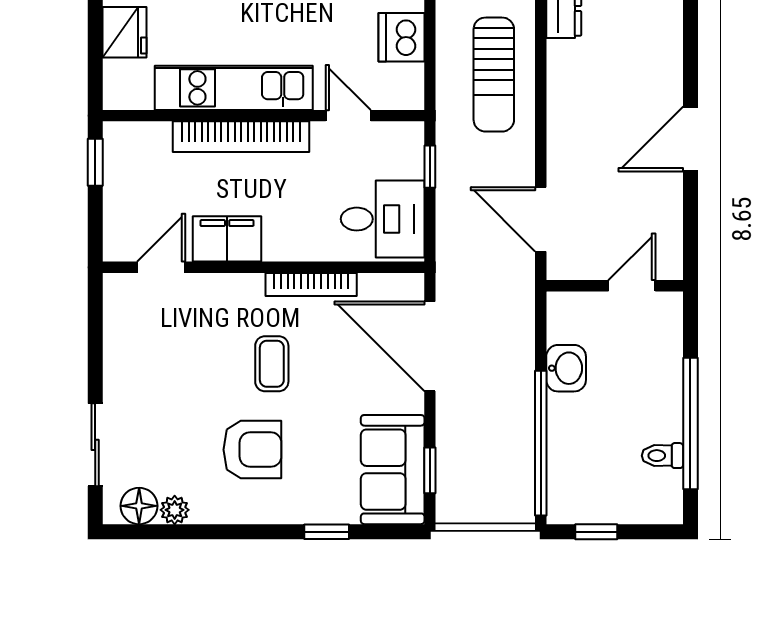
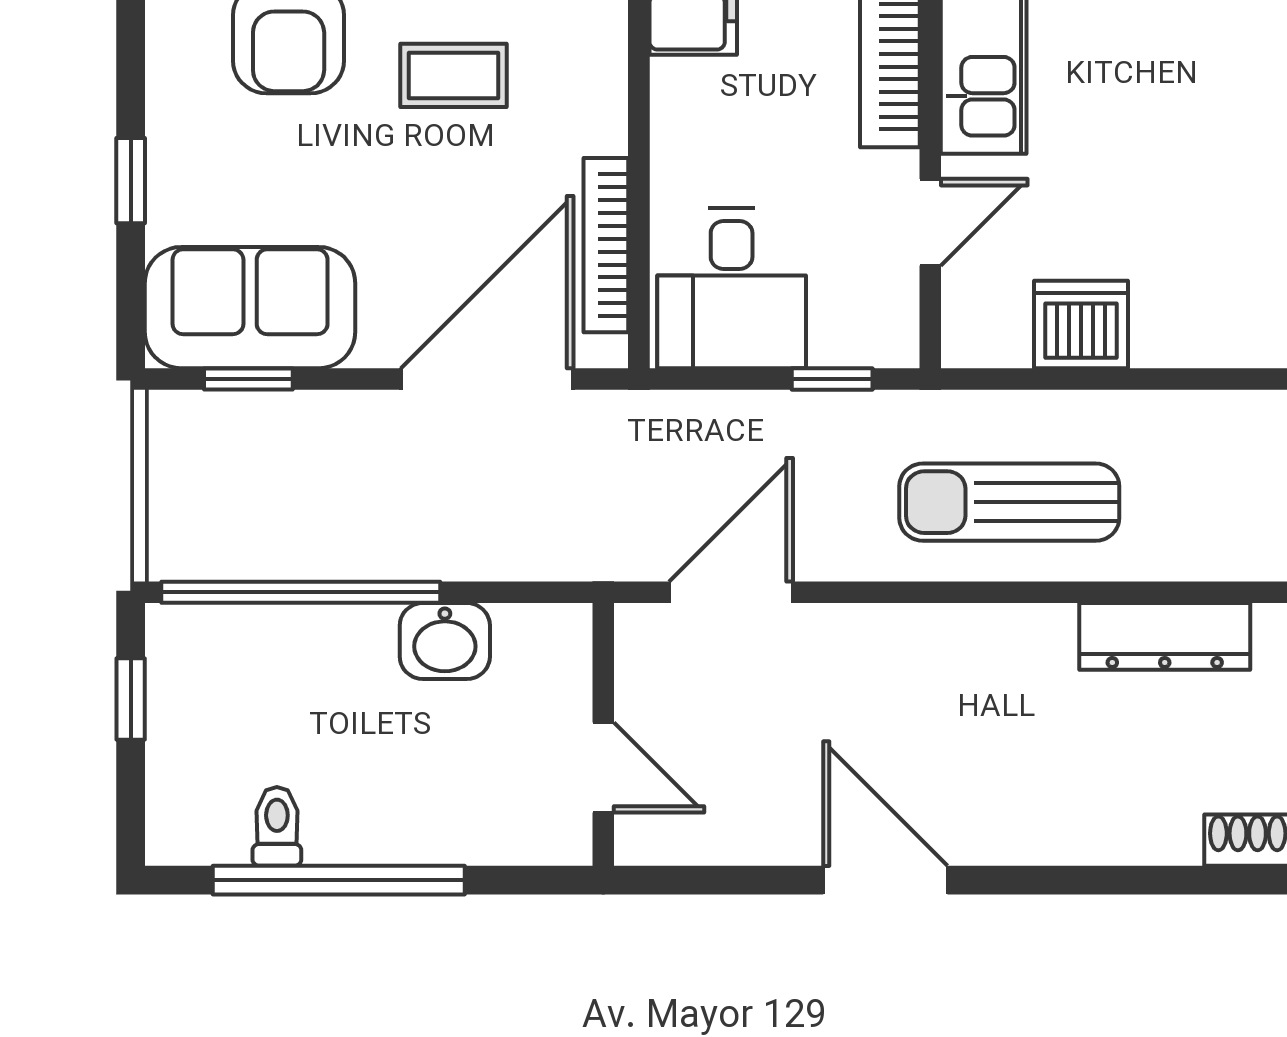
bookcase: (311, 284) -> (606, 245), moved

